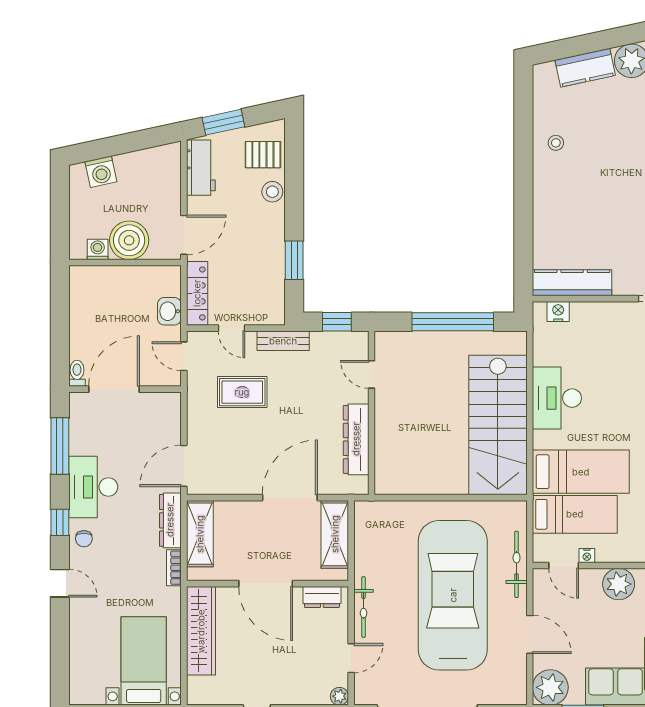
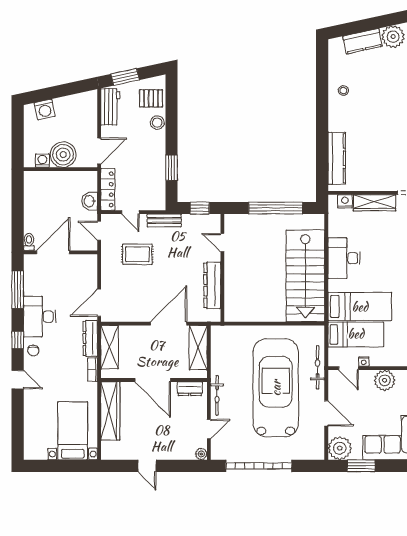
kitchen counter: (572, 283) -> (337, 158), moved, turned 90
wardrobe: (603, 314) -> (374, 203), added

